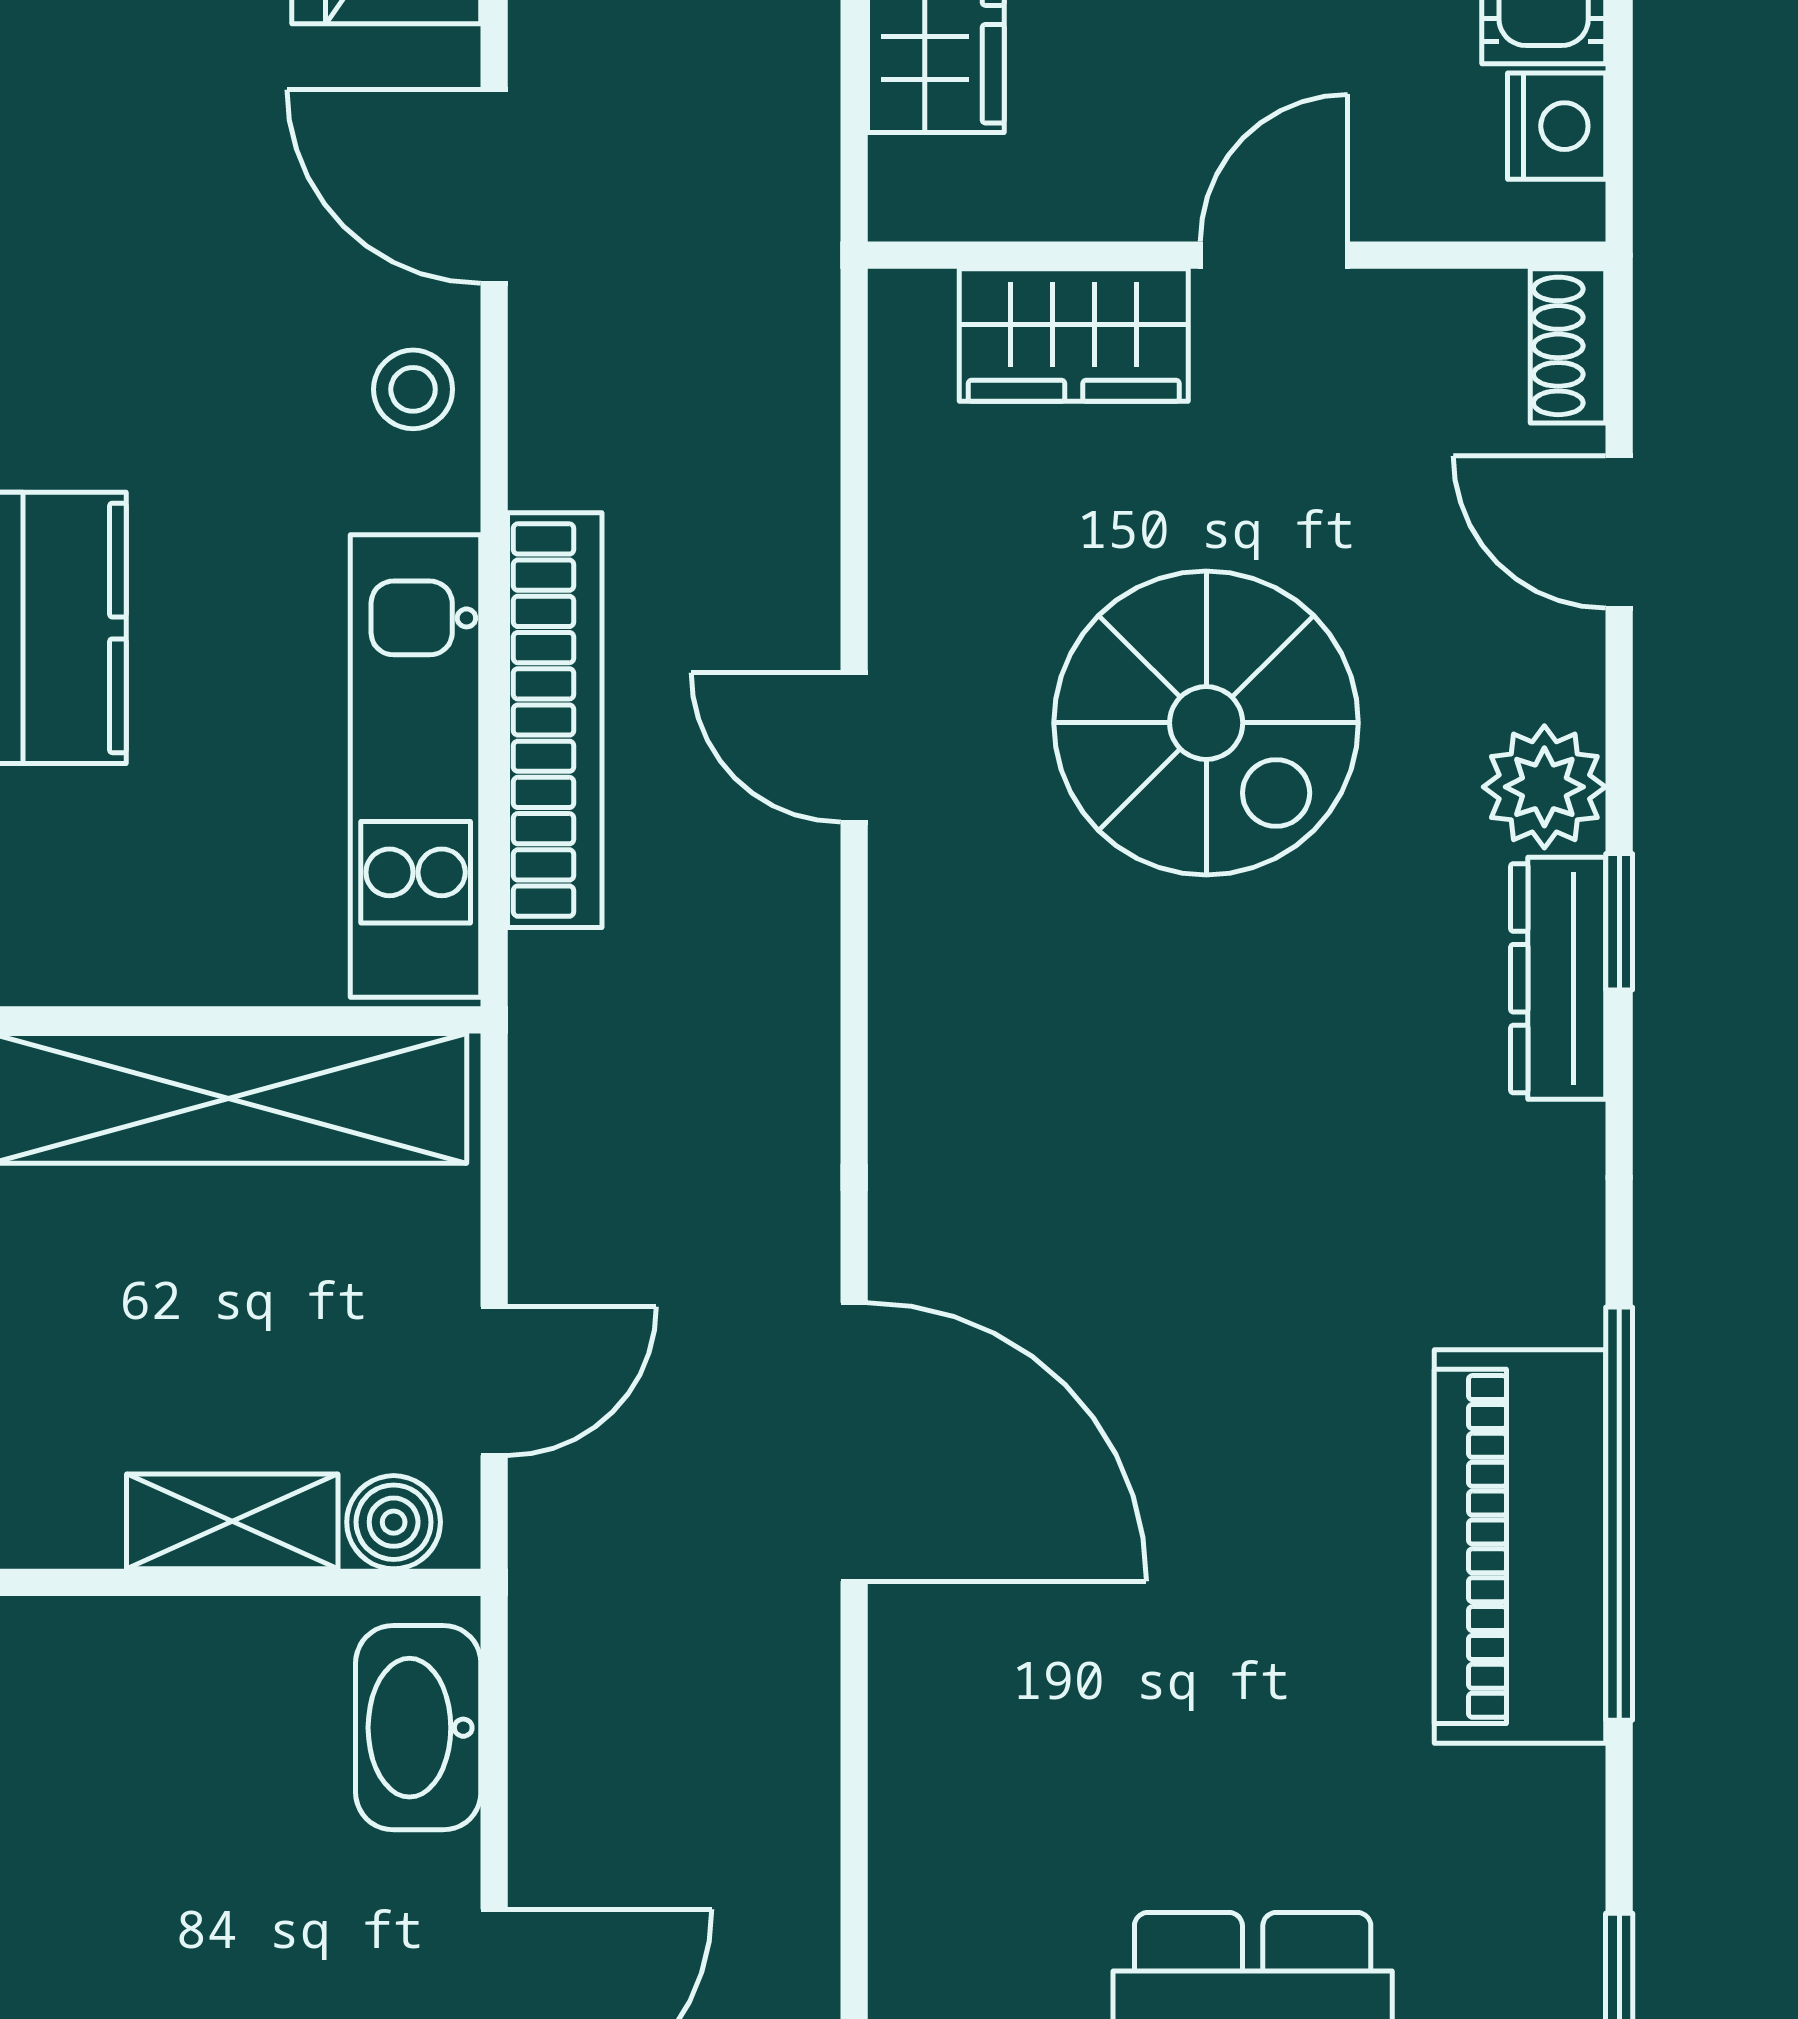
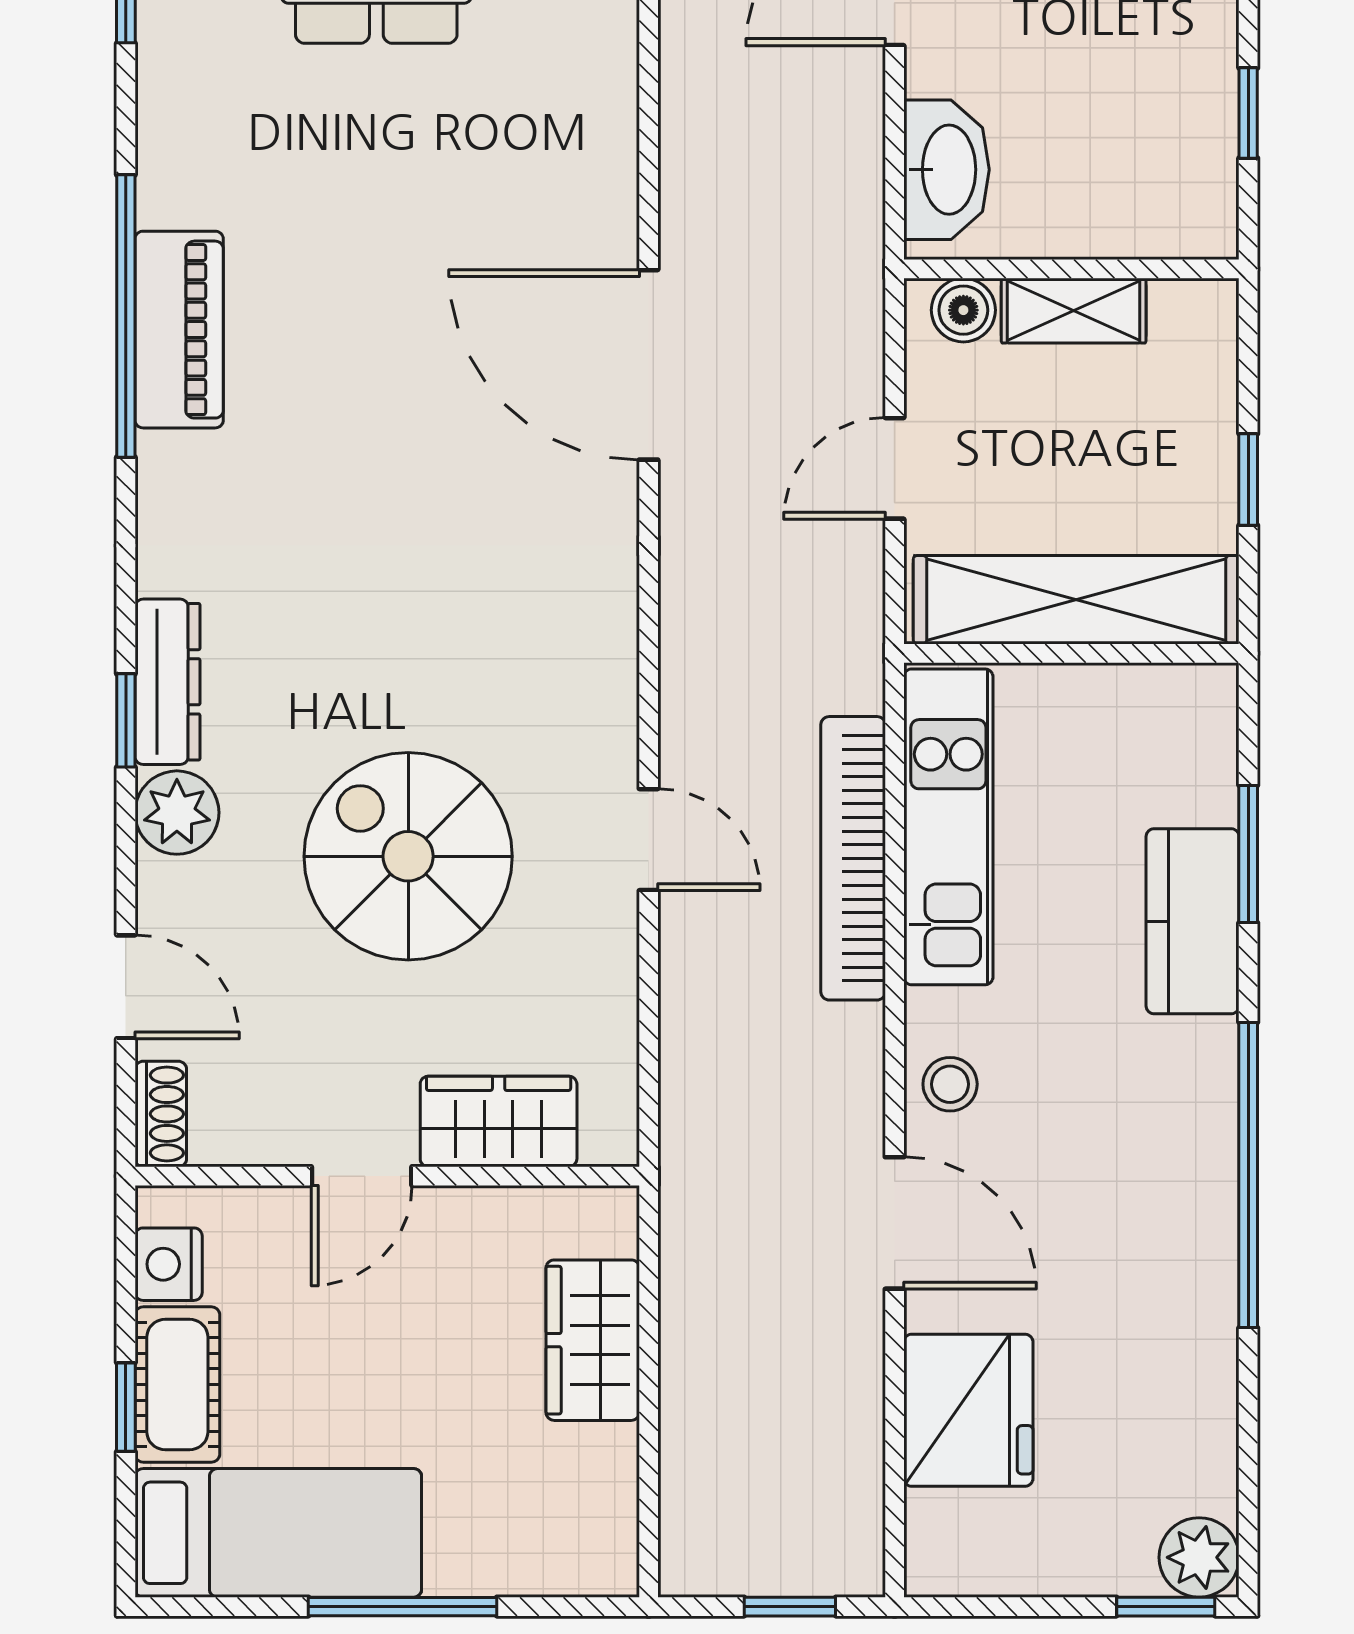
door: (494, 1381) -> (895, 468), moved
piano: (1520, 1546) -> (179, 330), width x0.73, depth x0.75

